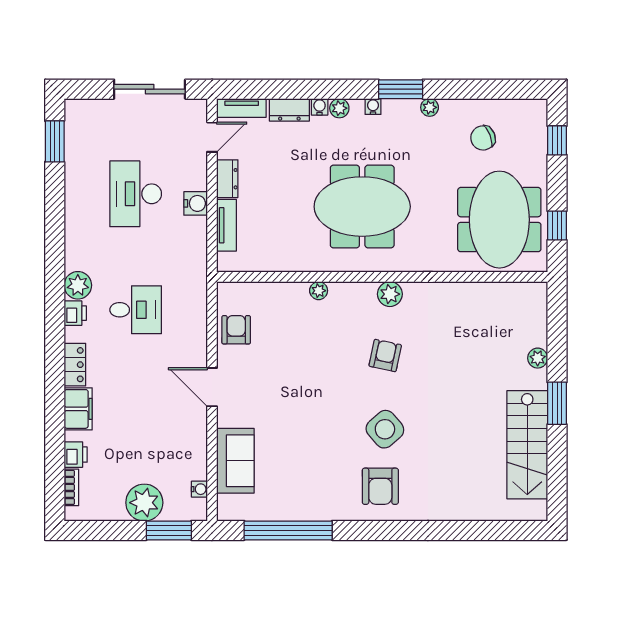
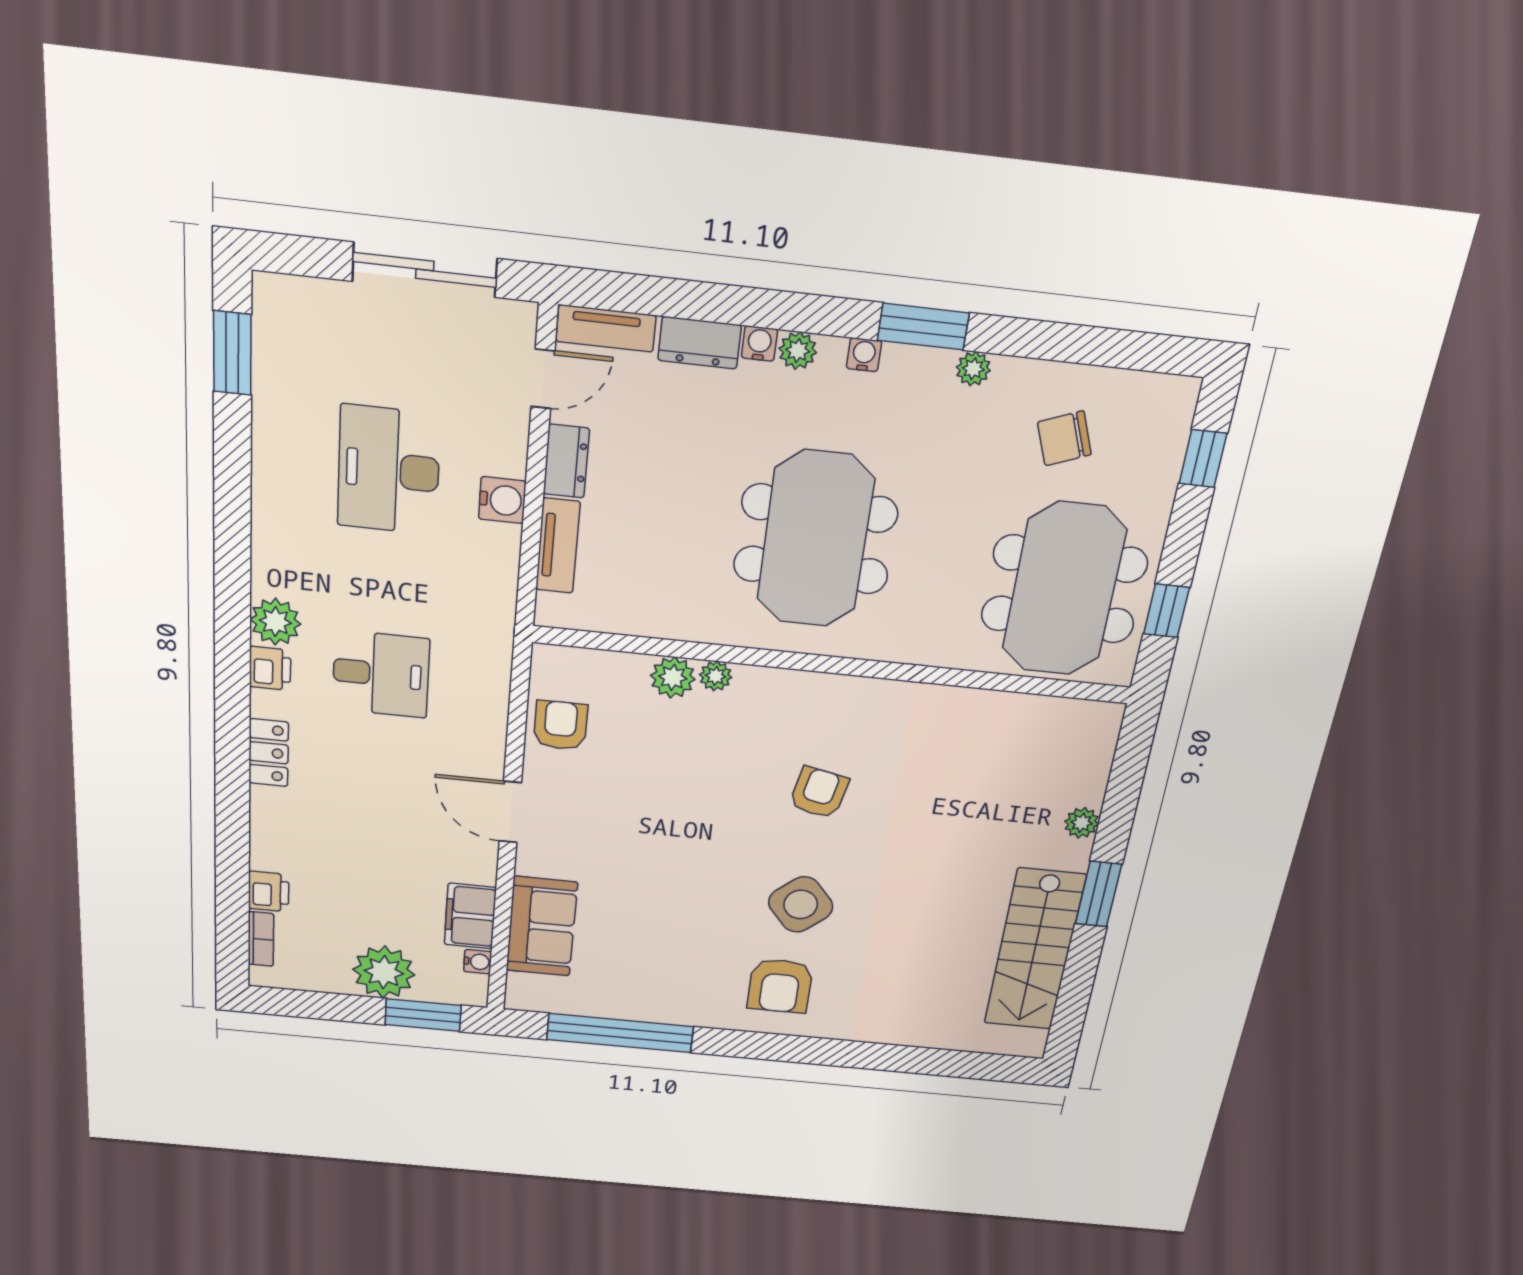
meeting table: (362, 207) -> (815, 539), turned 90
plant: (390, 294) -> (673, 677), moved
filing cabinet: (78, 409) -> (470, 916), moved, turned 180

